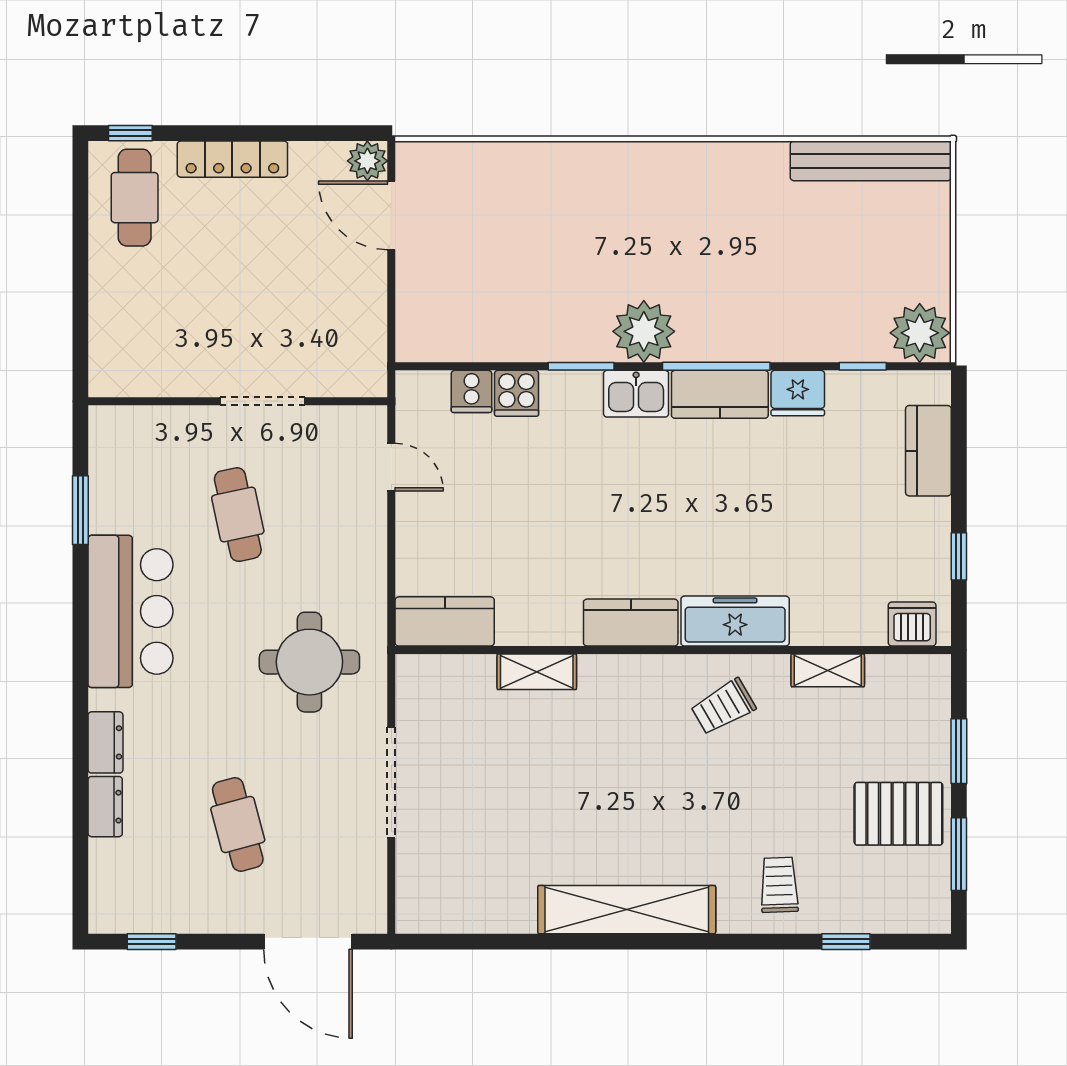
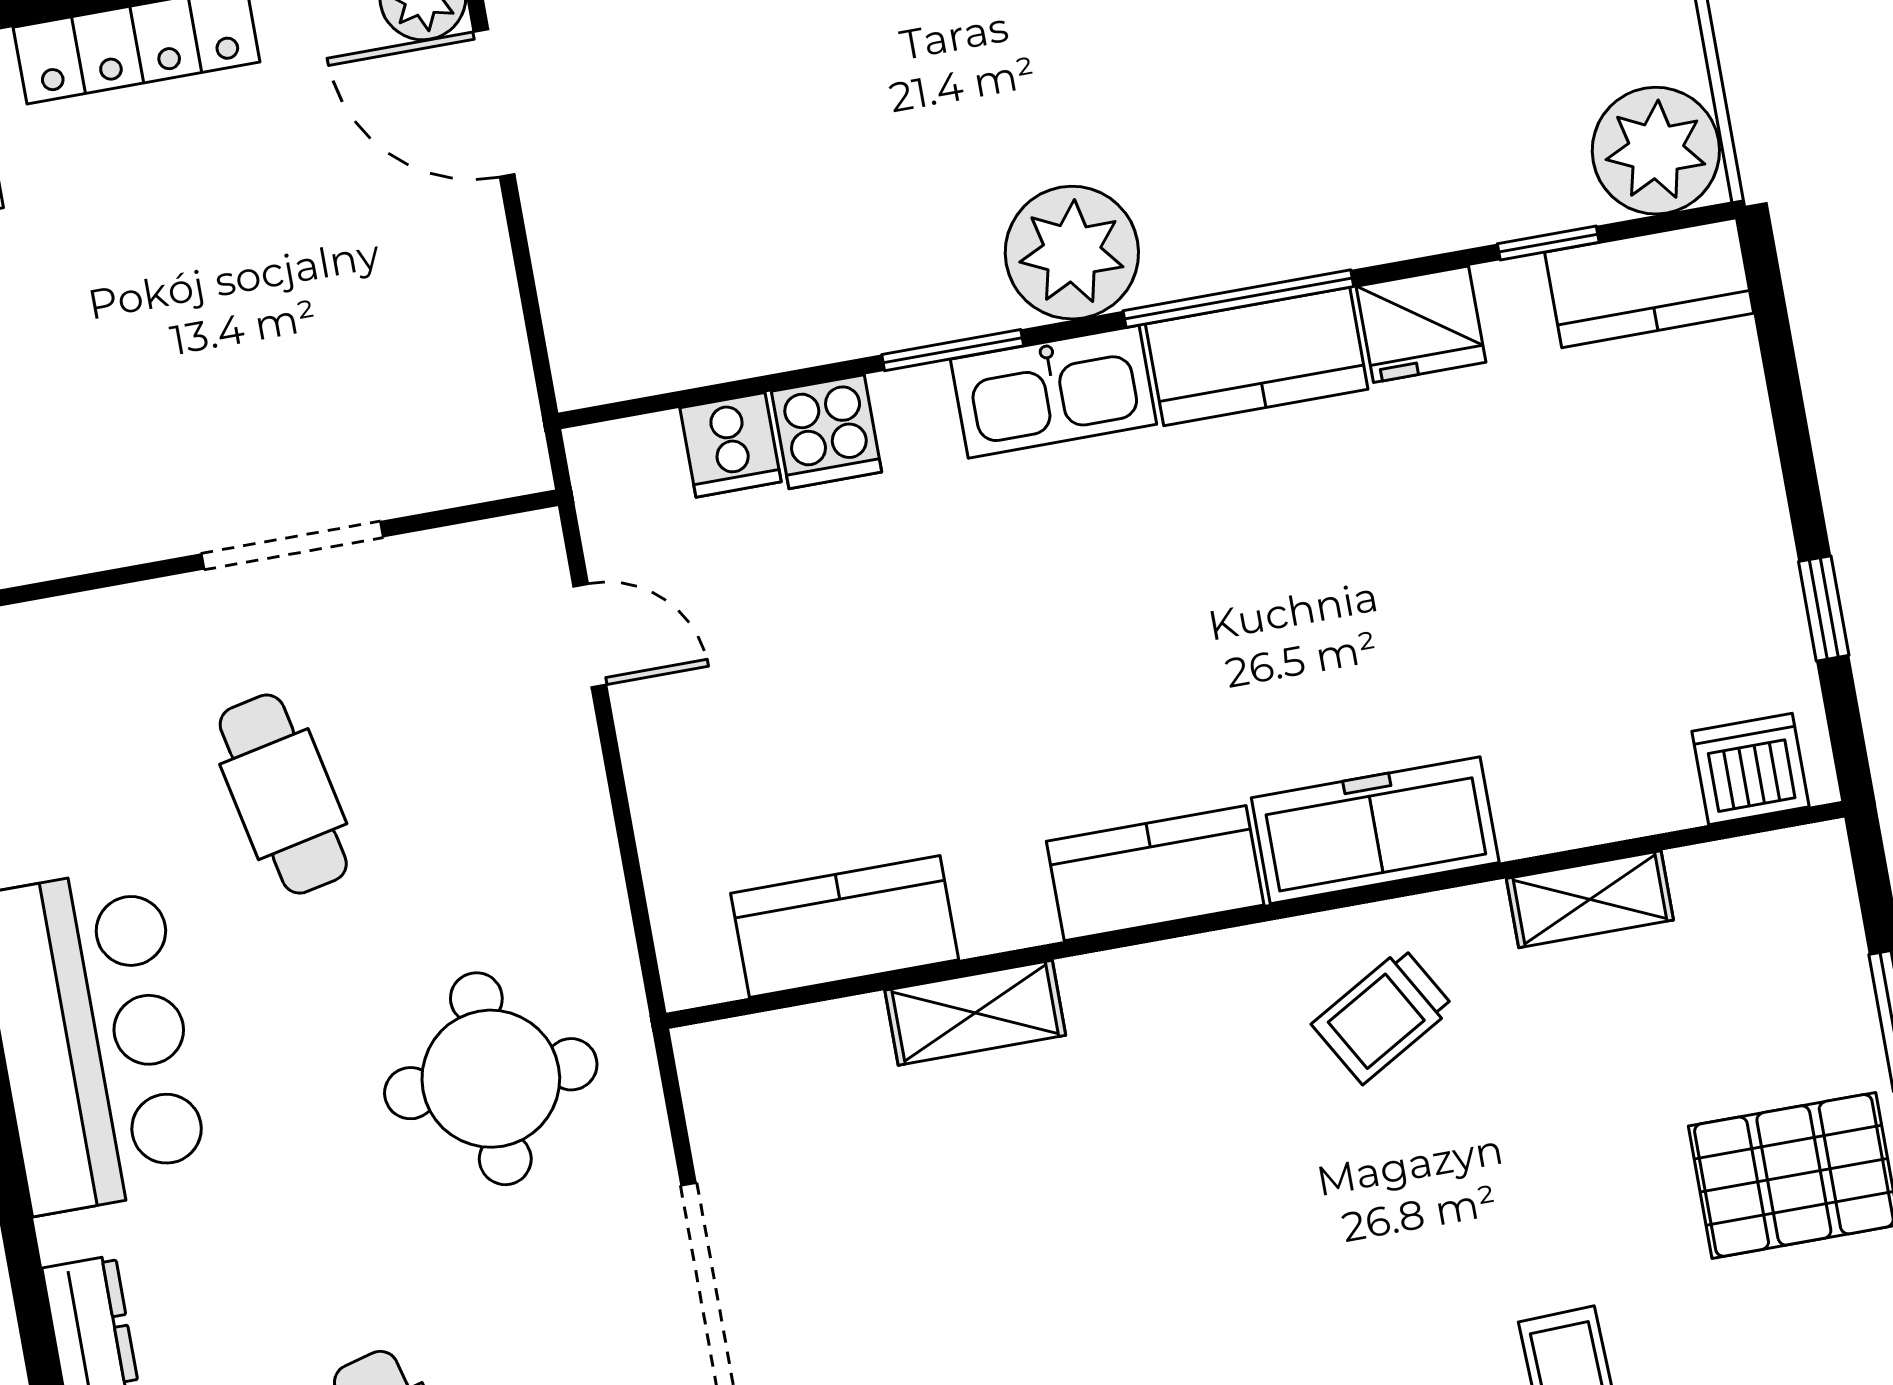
kitchen sink: (636, 394) -> (1054, 392), width x1.38
kitchen counter: (928, 451) -> (1649, 283), moved, turned -90
kitchen counter: (445, 621) -> (845, 926), moved

